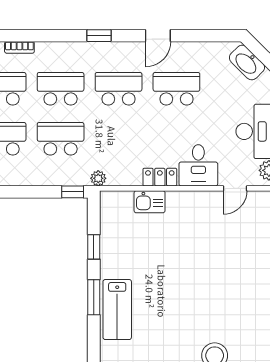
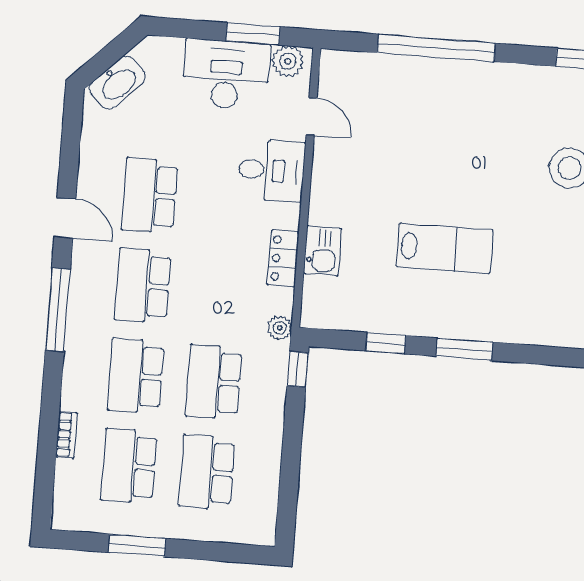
window: (99, 36) -> (58, 310), width x2.17
locker: (160, 177) -> (283, 258), moved
lab bench: (117, 310) -> (445, 248), moved

